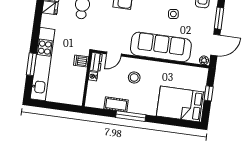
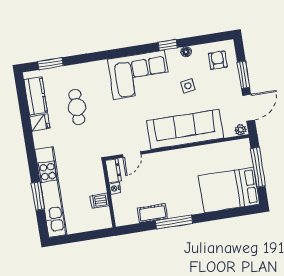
dishwasher: (81, 61) -> (100, 201), moved
stool: (134, 78) -> (164, 175), removed
window: (209, 93) -> (258, 167), width x2.17

